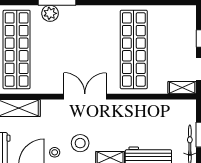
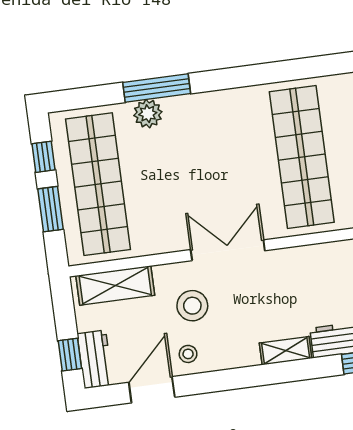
stool: (80, 143) -> (192, 306), moved

